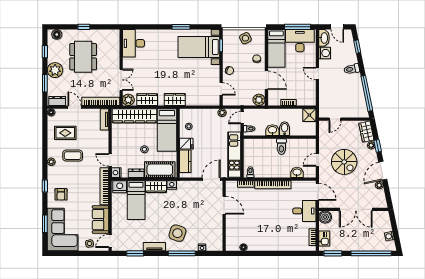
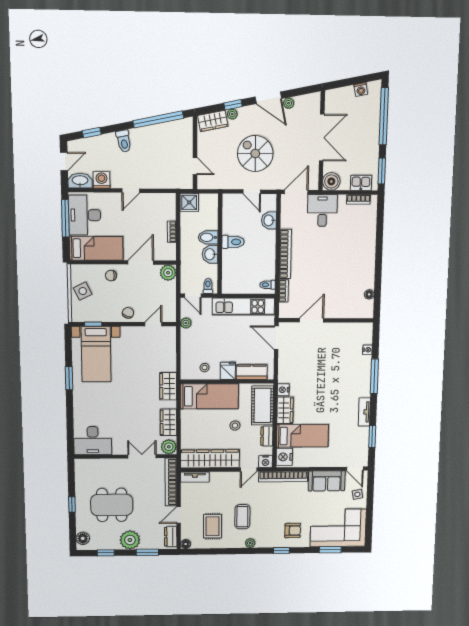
wardrobe: (134, 116) -> (210, 459), moved, turned -90
spiral stairs: (344, 162) -> (255, 153), turned -90
side table: (177, 233) -> (347, 382), removed

